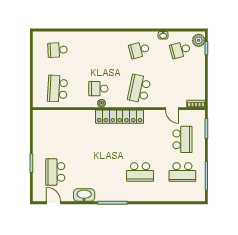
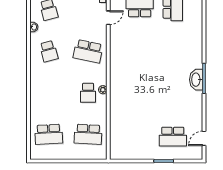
school desk: (58, 50) -> (49, 134), width x1.85
locker: (120, 117) -> (117, 71), removed
school desk: (140, 172) -> (173, 50), removed
washbasin: (84, 195) -> (196, 80), moved

